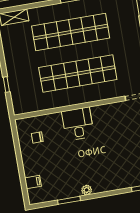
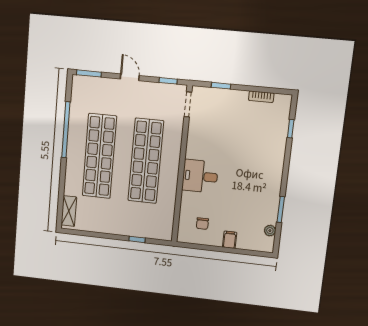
filing cabinet: (33, 182) -> (230, 240), moved
plant: (87, 190) -> (270, 231), moved

